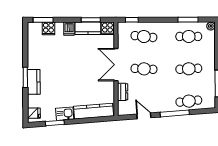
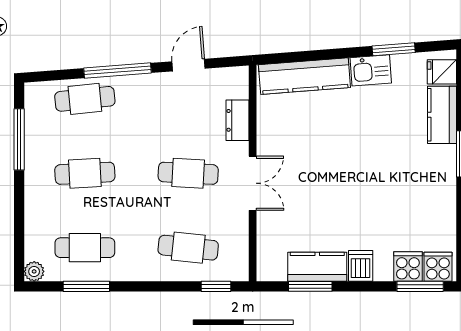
cooker: (107, 28) -> (438, 267), moved
double door: (116, 65) -> (253, 183), width x0.73
kitchen counter: (34, 82) -> (442, 115), moved
door: (144, 116) -> (188, 65), swing flipped

